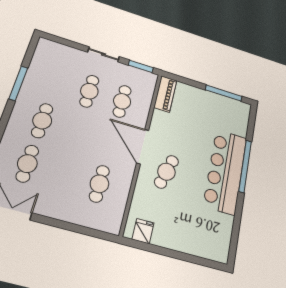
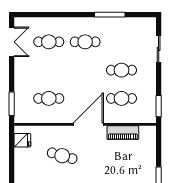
sliding door: (104, 54) -> (159, 49), moved
piano: (165, 94) -> (123, 133), moved
cafe table: (166, 172) -> (62, 156), moved
window: (93, 233) -> (12, 104), added

